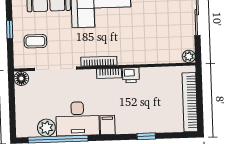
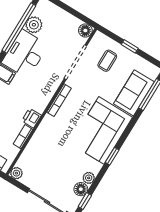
bookcase: (109, 73) -> (23, 137), moved

